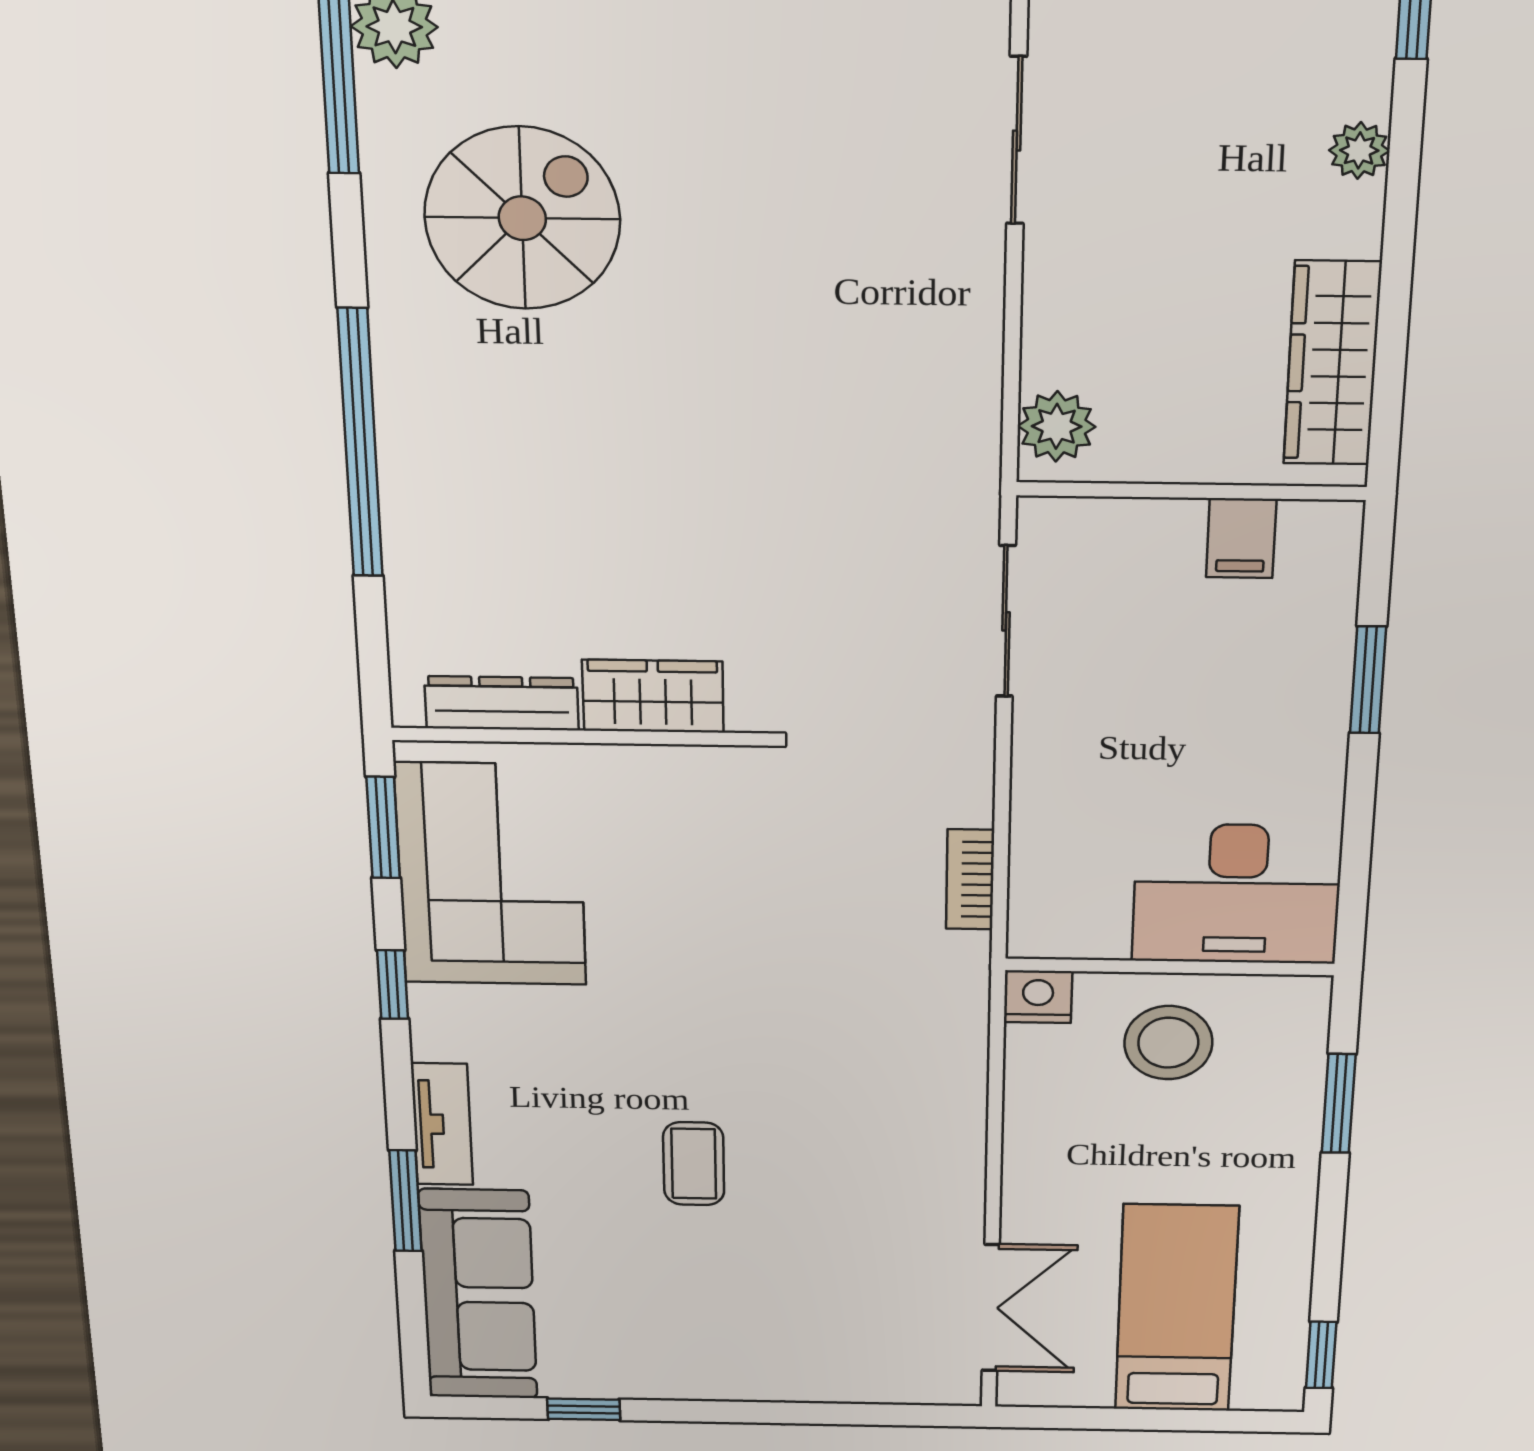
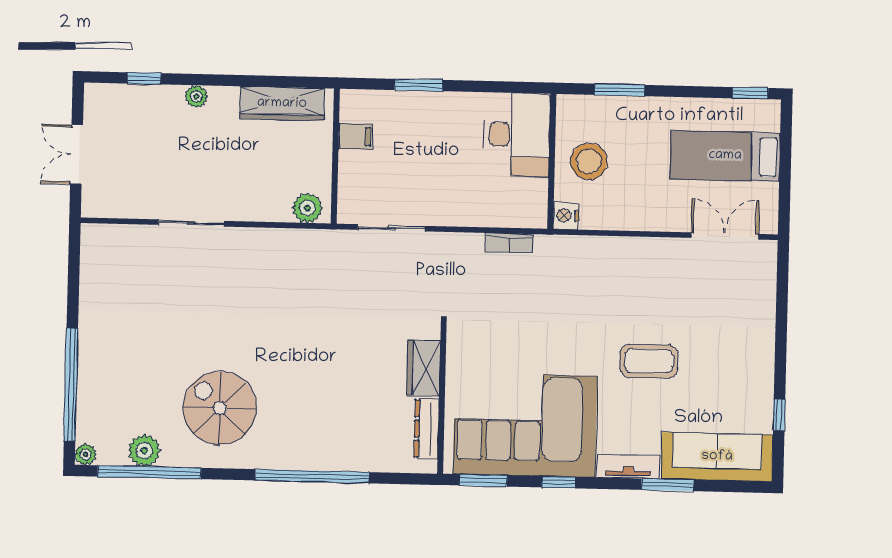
corner sofa: (491, 875) -> (525, 425), width x1.36, depth x1.36
coffee table: (694, 1164) -> (649, 361), width x1.36, depth x1.30

